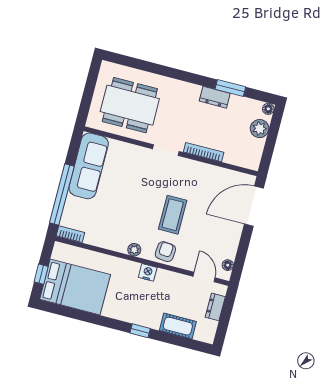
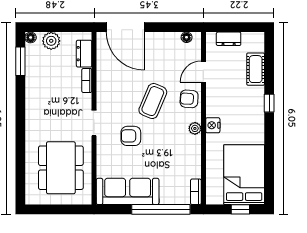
window: (230, 88) -> (20, 61), moved
dresser: (215, 97) -> (84, 54), moved, turned 180
bookcase: (204, 152) -> (87, 80), width x0.64
armchair: (143, 184) -> (131, 136), added
coffee table: (173, 215) -> (153, 101), turned -67
nightstand: (148, 272) -> (213, 125), moved
door: (204, 277) -> (203, 72), moved

